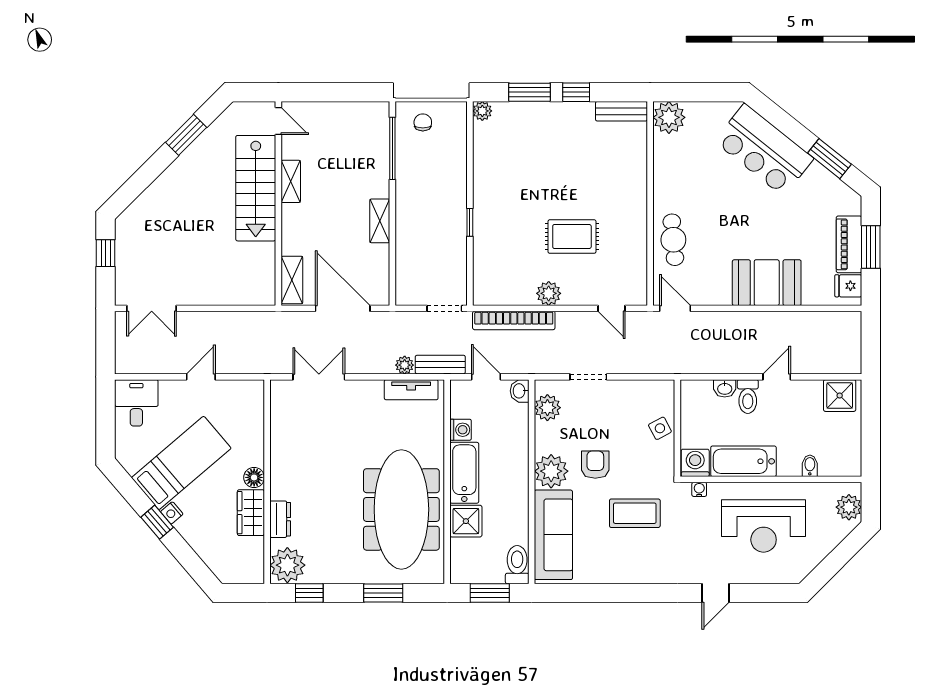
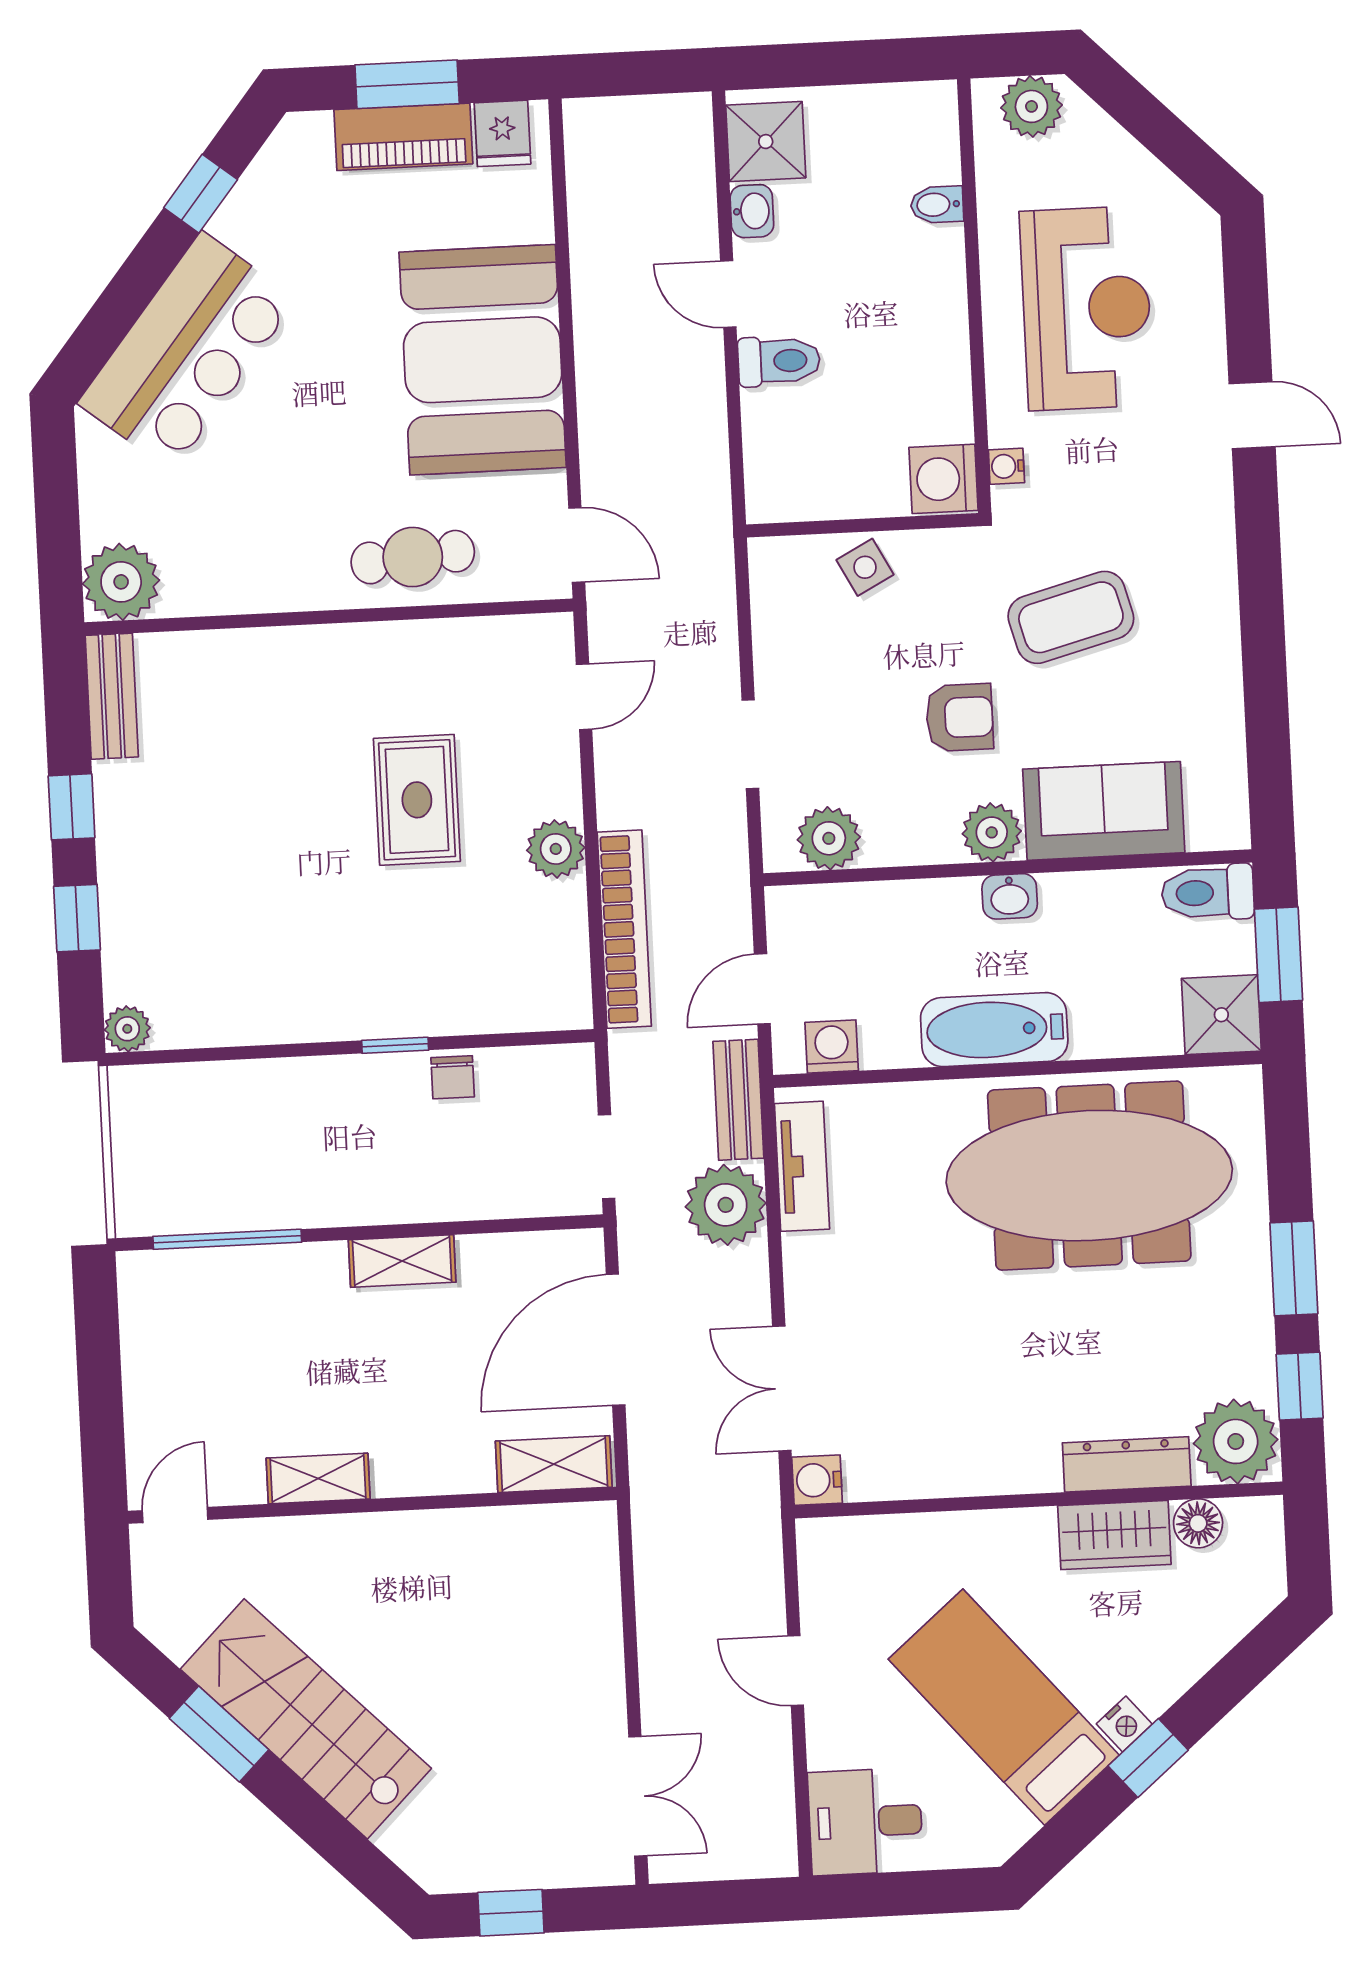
window: (530, 92) -> (77, 918), width x0.67
chair: (423, 122) -> (453, 1077), moved, turned -90
window: (829, 159) -> (201, 194), width x0.67
stairs: (256, 188) -> (306, 1719), moved, turned -135
booth: (767, 283) -> (483, 360), width x1.36, depth x1.42
doorway: (444, 308) -> (607, 1157), moved
door: (675, 308) -> (577, 545), swing flipped
plant: (405, 365) -> (726, 1205), width x1.88, depth x1.88
washbasin: (725, 388) -> (752, 211), moved
water cooler: (280, 390) -> (817, 1480), added
washbasin: (520, 391) -> (1010, 896), moved
washing machine: (461, 430) -> (832, 1046), moved
bathtub: (743, 461) -> (934, 364), removed
armchair: (595, 465) -> (960, 717), turned 180
plant: (551, 471) -> (992, 832), width x0.73, depth x0.73
floor lamp: (254, 477) -> (1198, 1523), moved
coffee table: (635, 513) -> (1071, 617), turned 75
dresser: (280, 519) -> (1127, 1464), width x1.44
shower: (466, 521) -> (1221, 1015), moved
sofa: (553, 535) -> (1104, 811), width x0.73
window: (383, 593) -> (1294, 1268), moved

